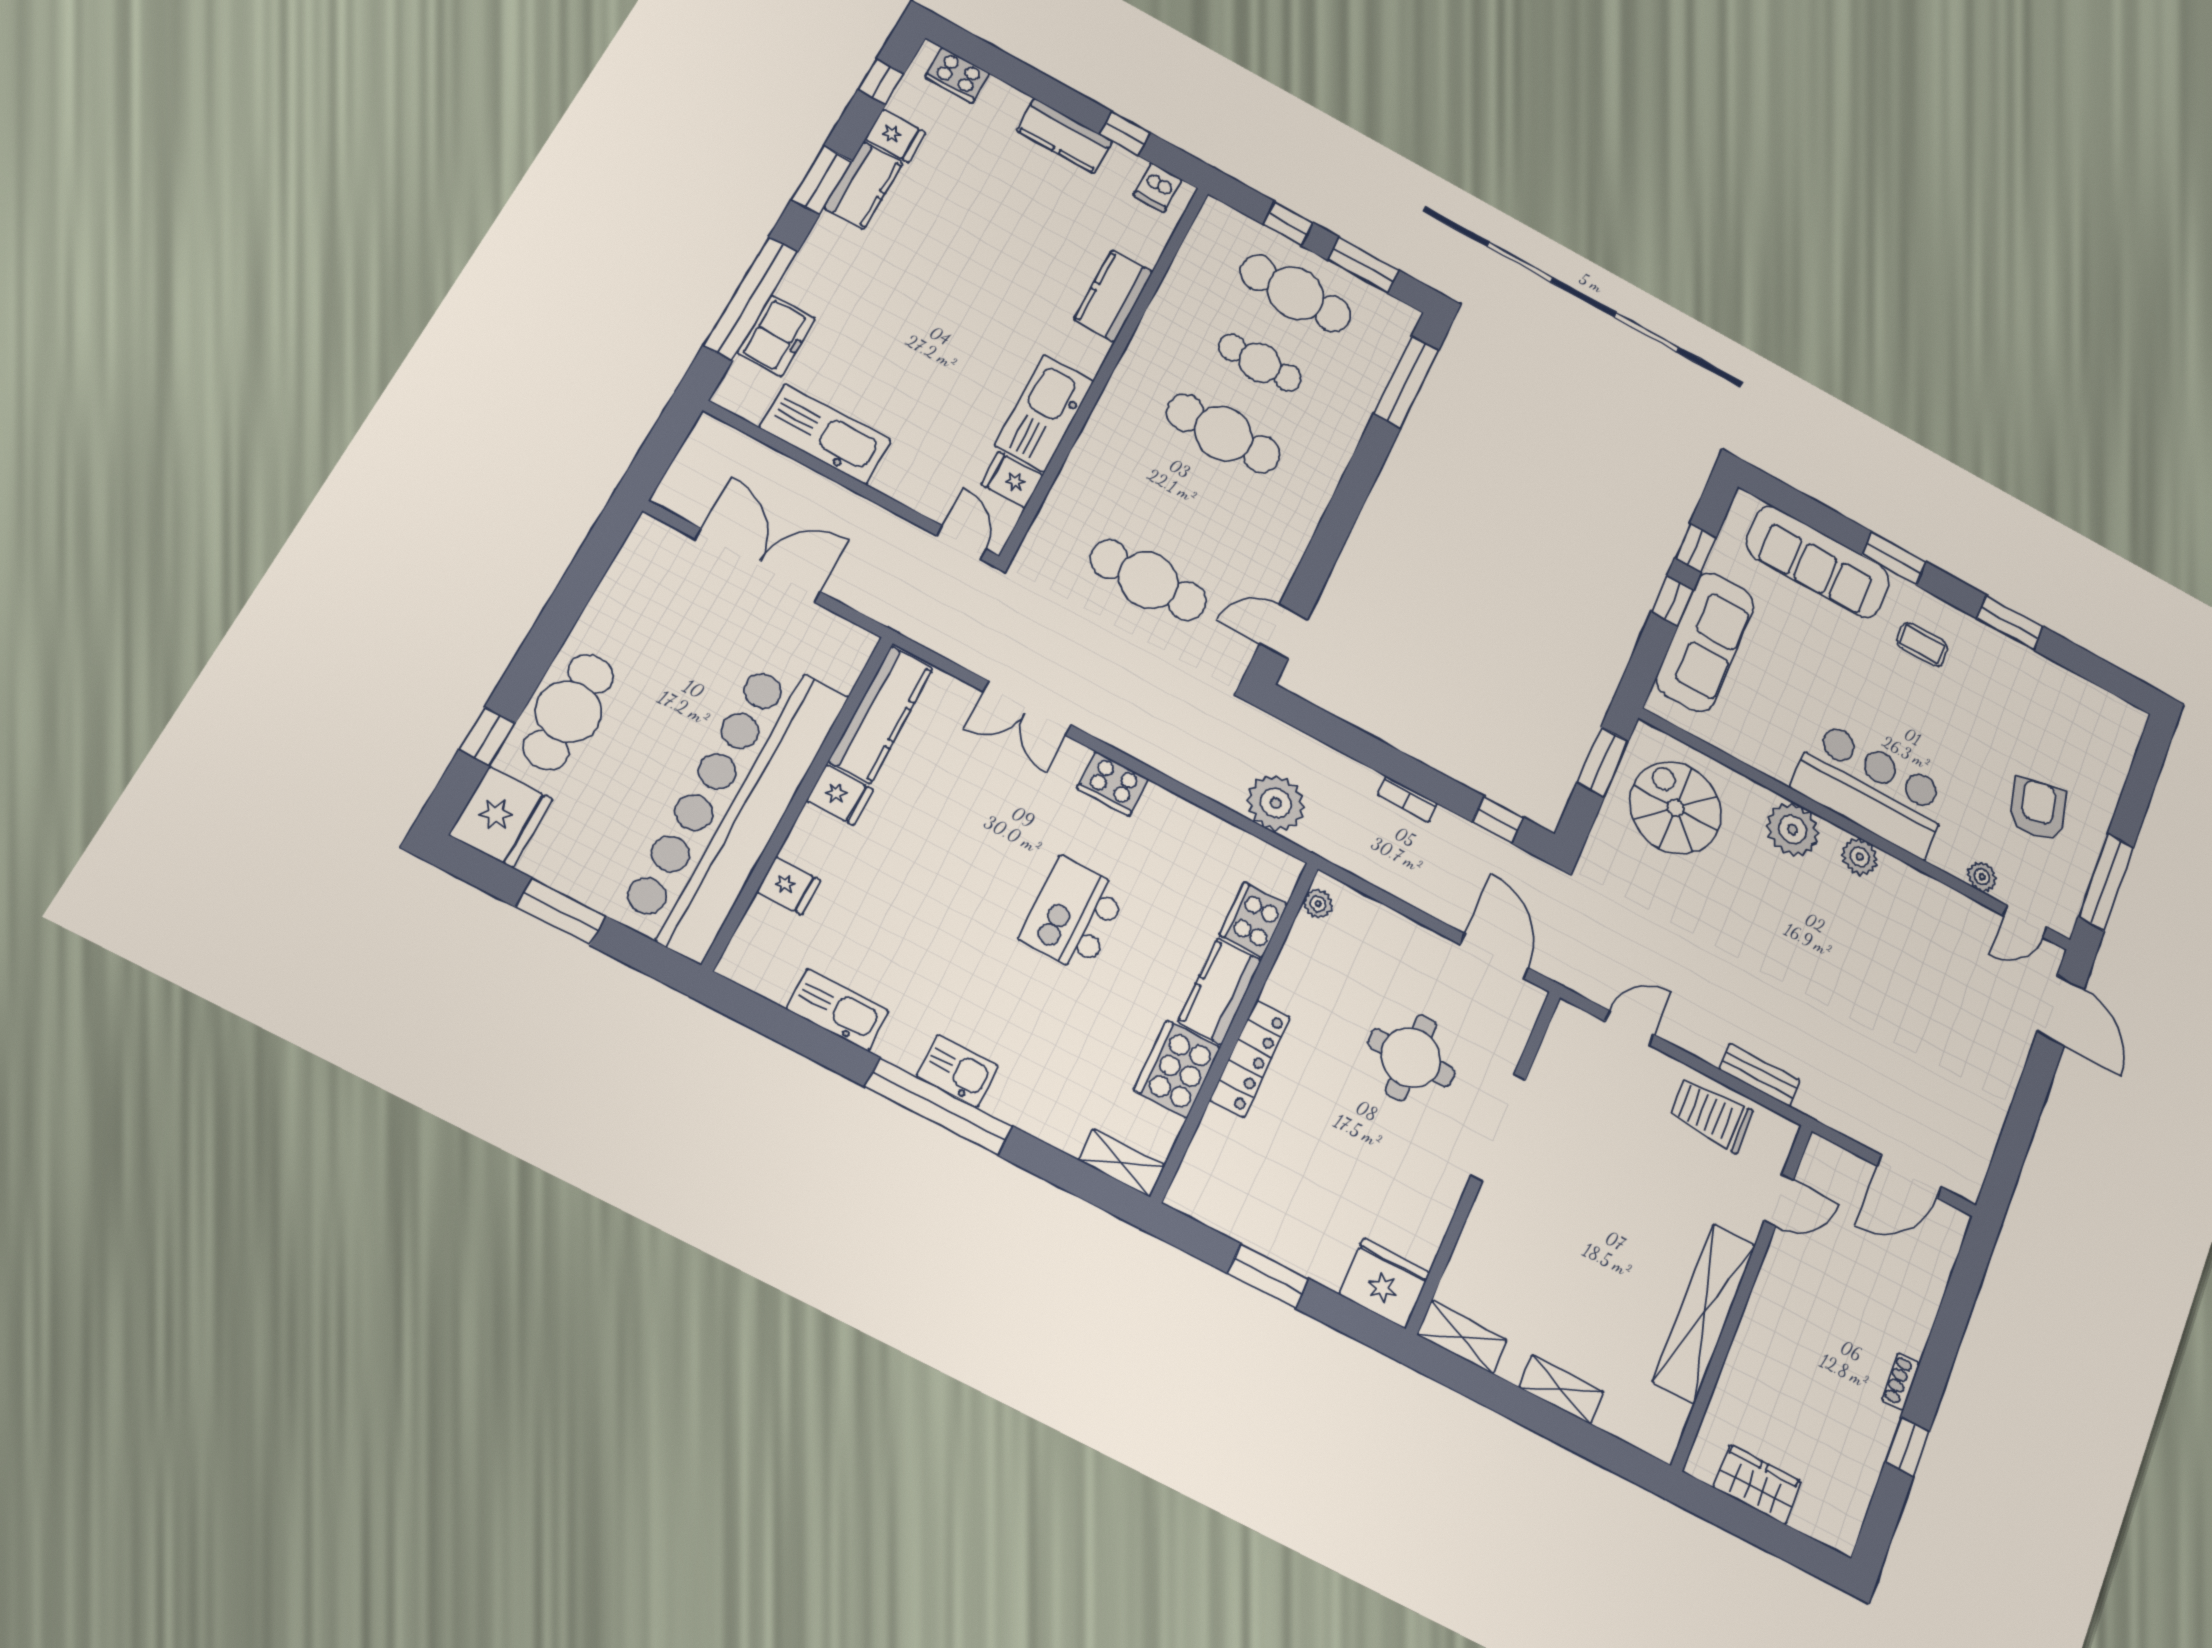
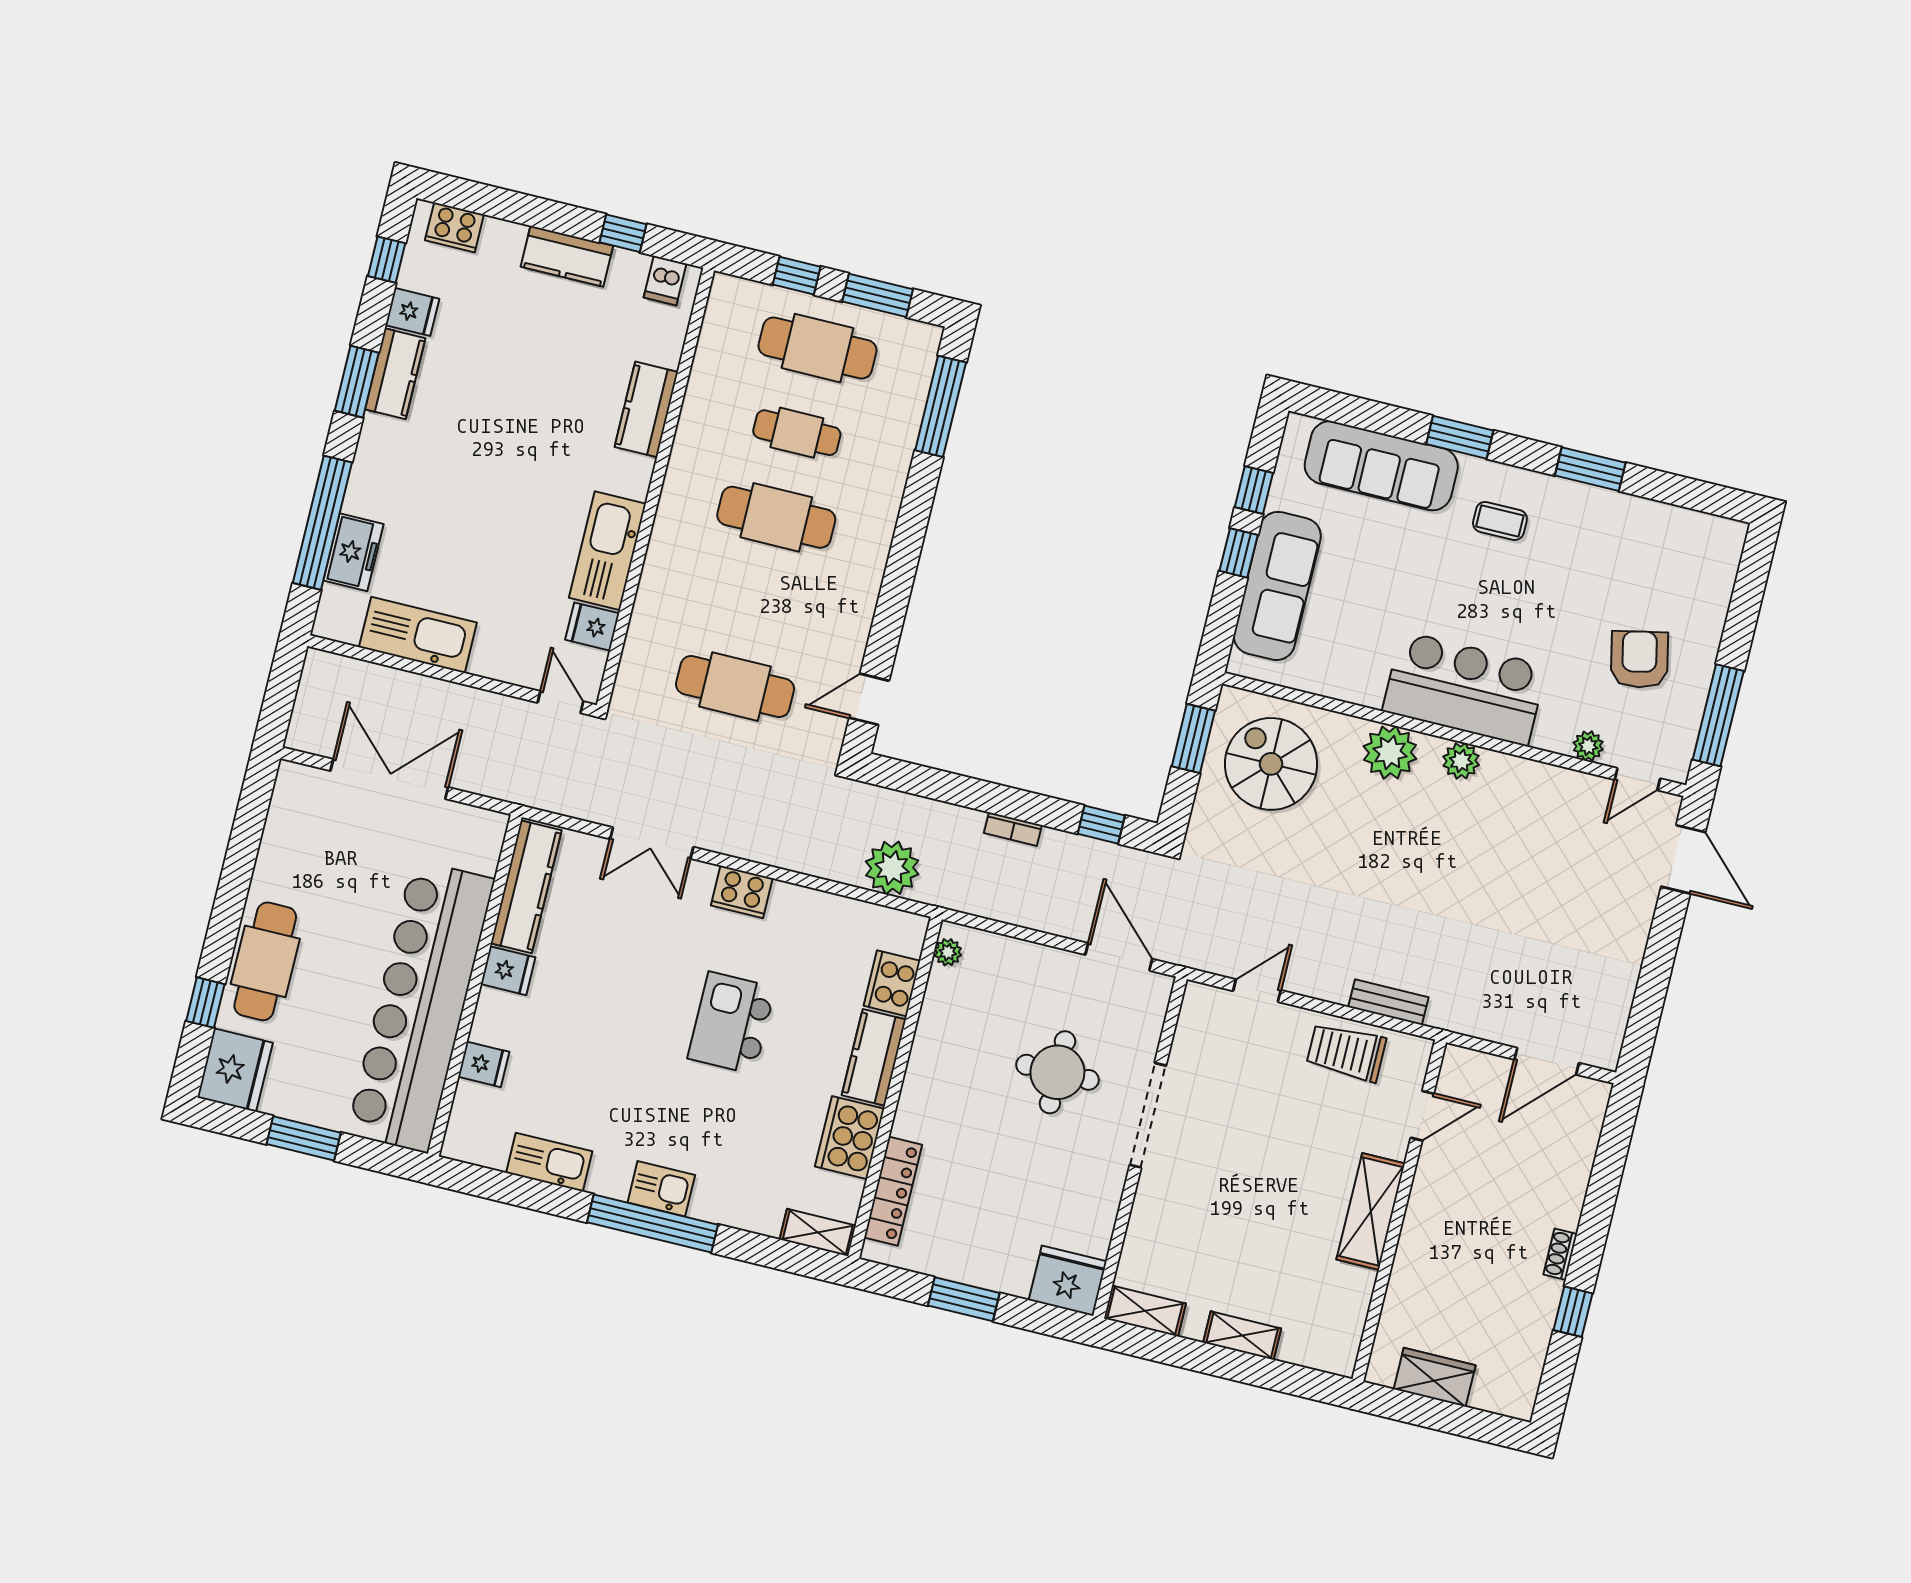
locker: (1250, 1059) -> (893, 1191), moved
shelving: (1704, 1313) -> (1371, 1212), width x0.68

